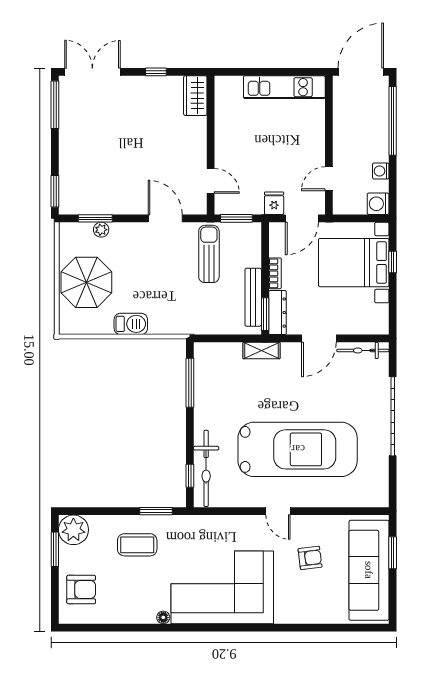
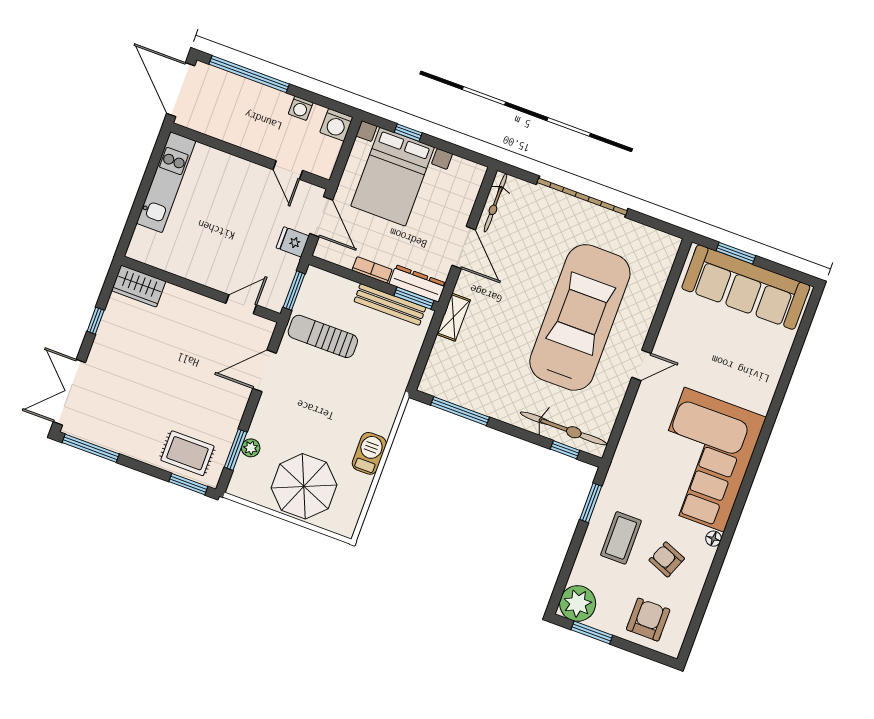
rug: (79, 182) -> (187, 453), added
armchair: (310, 558) -> (667, 559), moved, turned -61

